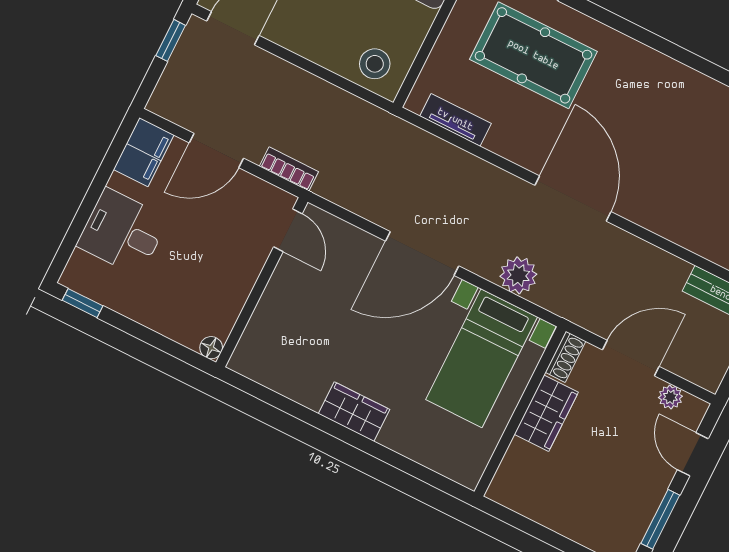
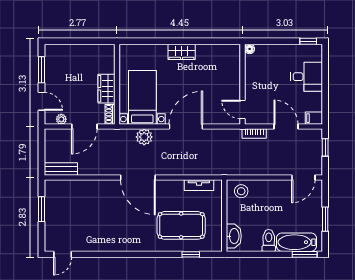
window: (171, 40) -> (325, 147), moved
door: (216, 151) -> (286, 127), hinge flipped
filing cabinet: (144, 152) -> (314, 118), width x0.50

